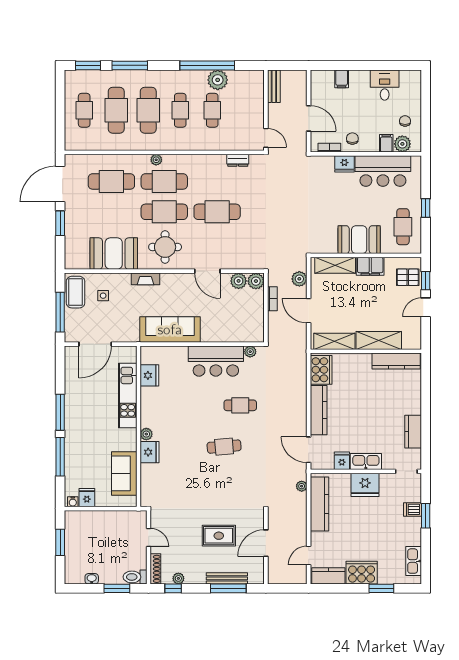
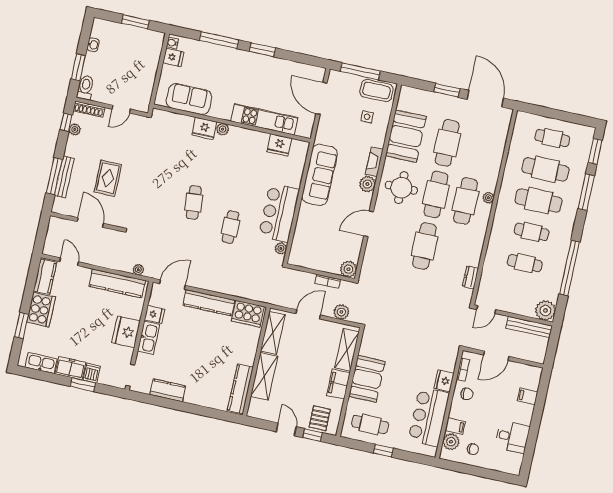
plant: (218, 80) -> (545, 310), moved
bench: (274, 86) -> (529, 327), width x1.36
cafe table: (111, 181) -> (447, 143), moved
plant: (239, 281) -> (367, 184), moved
window: (60, 412) -> (263, 50), width x0.69
freezer: (412, 531) -> (70, 368), added

